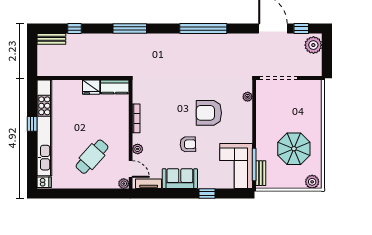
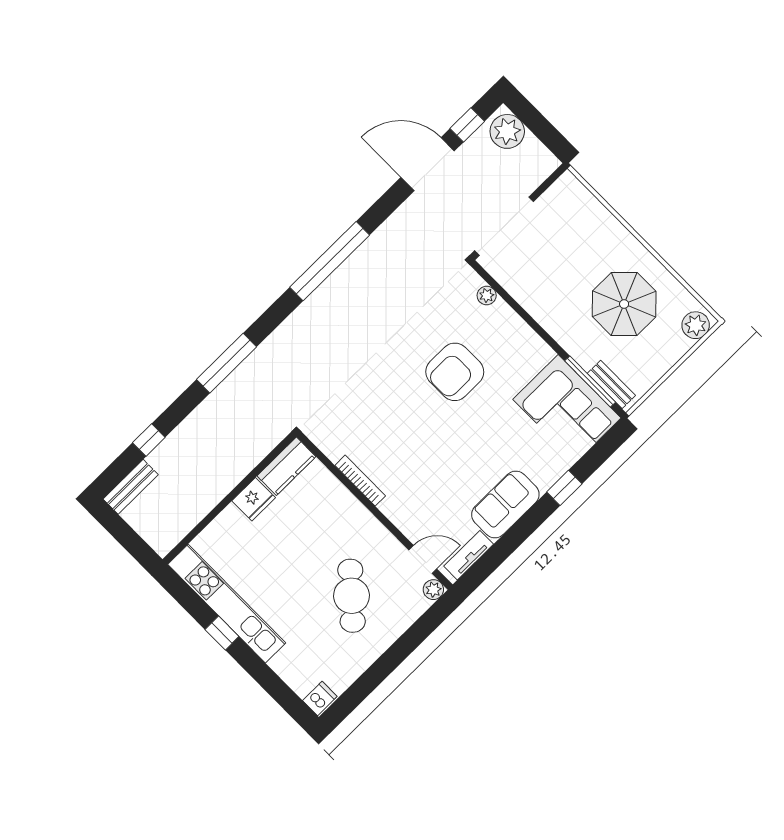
kitchen unit: (44, 128) -> (227, 604), width x0.73
armchair: (188, 144) -> (469, 445), removed
plant: (138, 149) -> (405, 522), removed

